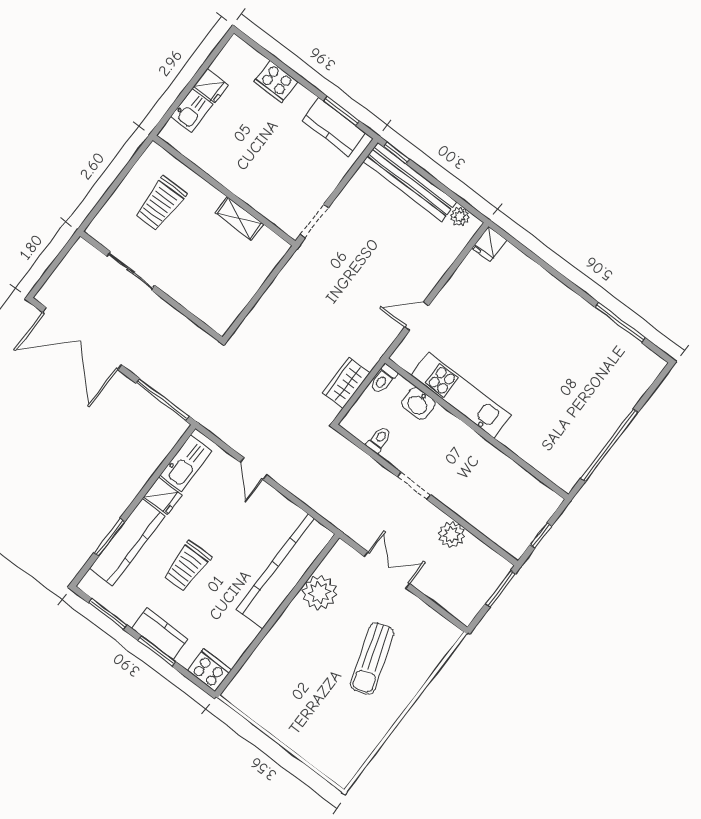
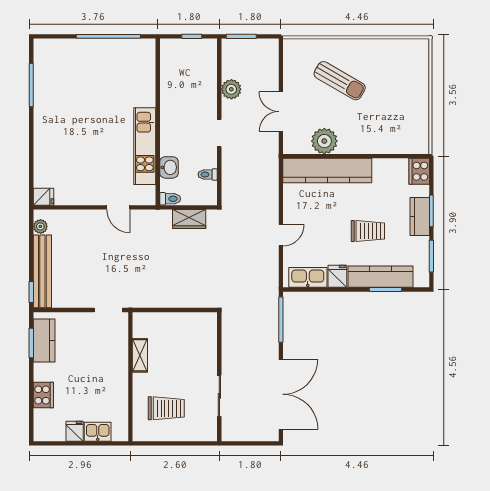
sun lounger: (372, 659) -> (340, 81), turned 48

